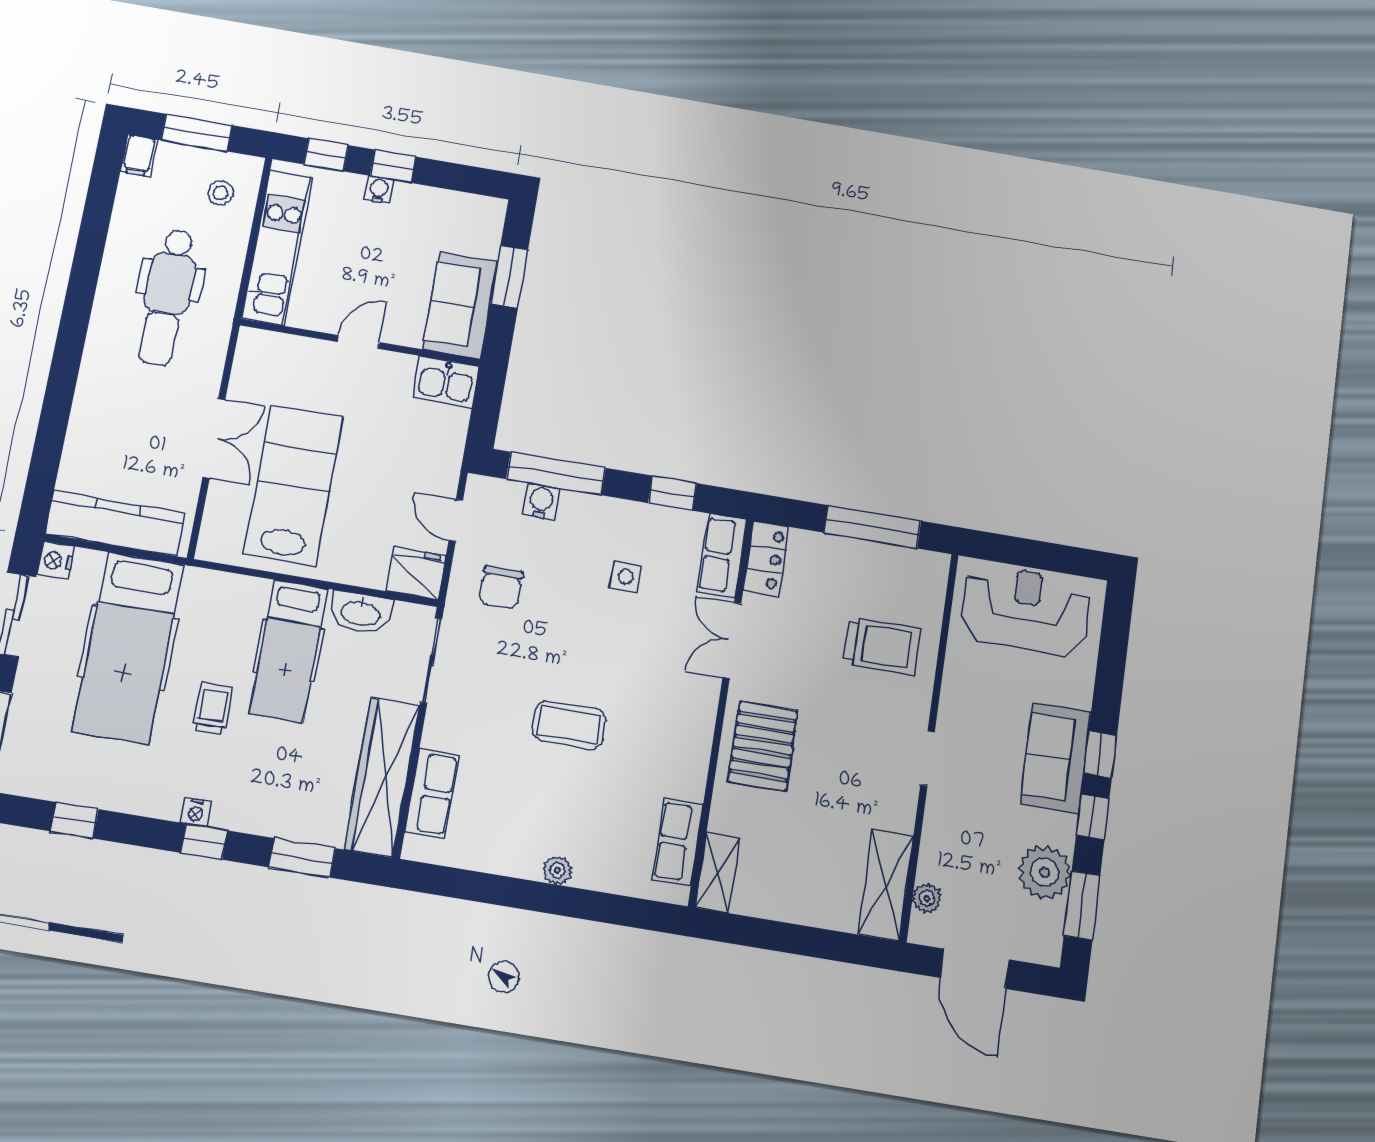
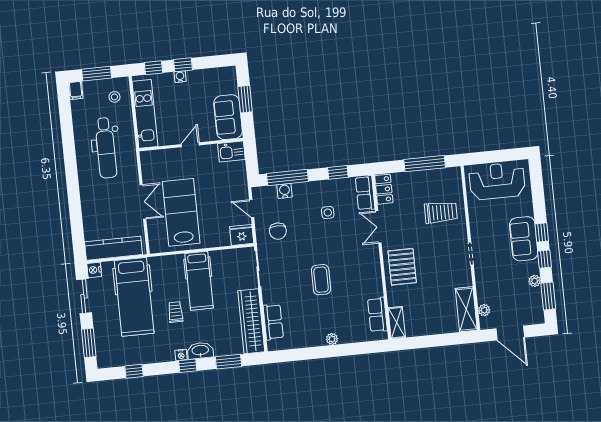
washbasin: (361, 613) -> (200, 351), moved, turned 180
coffee table: (569, 725) -> (321, 280), turned 90
plant: (1045, 872) -> (535, 281), width x0.53, depth x0.53

